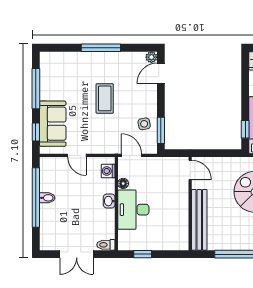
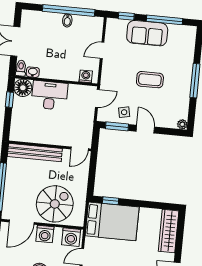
door: (161, 73) -> (145, 129), moved
sofa: (53, 124) -> (147, 33), moved
floor lamp: (123, 183) -> (23, 88), moved, width x1.89, depth x1.89
washbasin: (109, 201) -> (33, 72), moved

